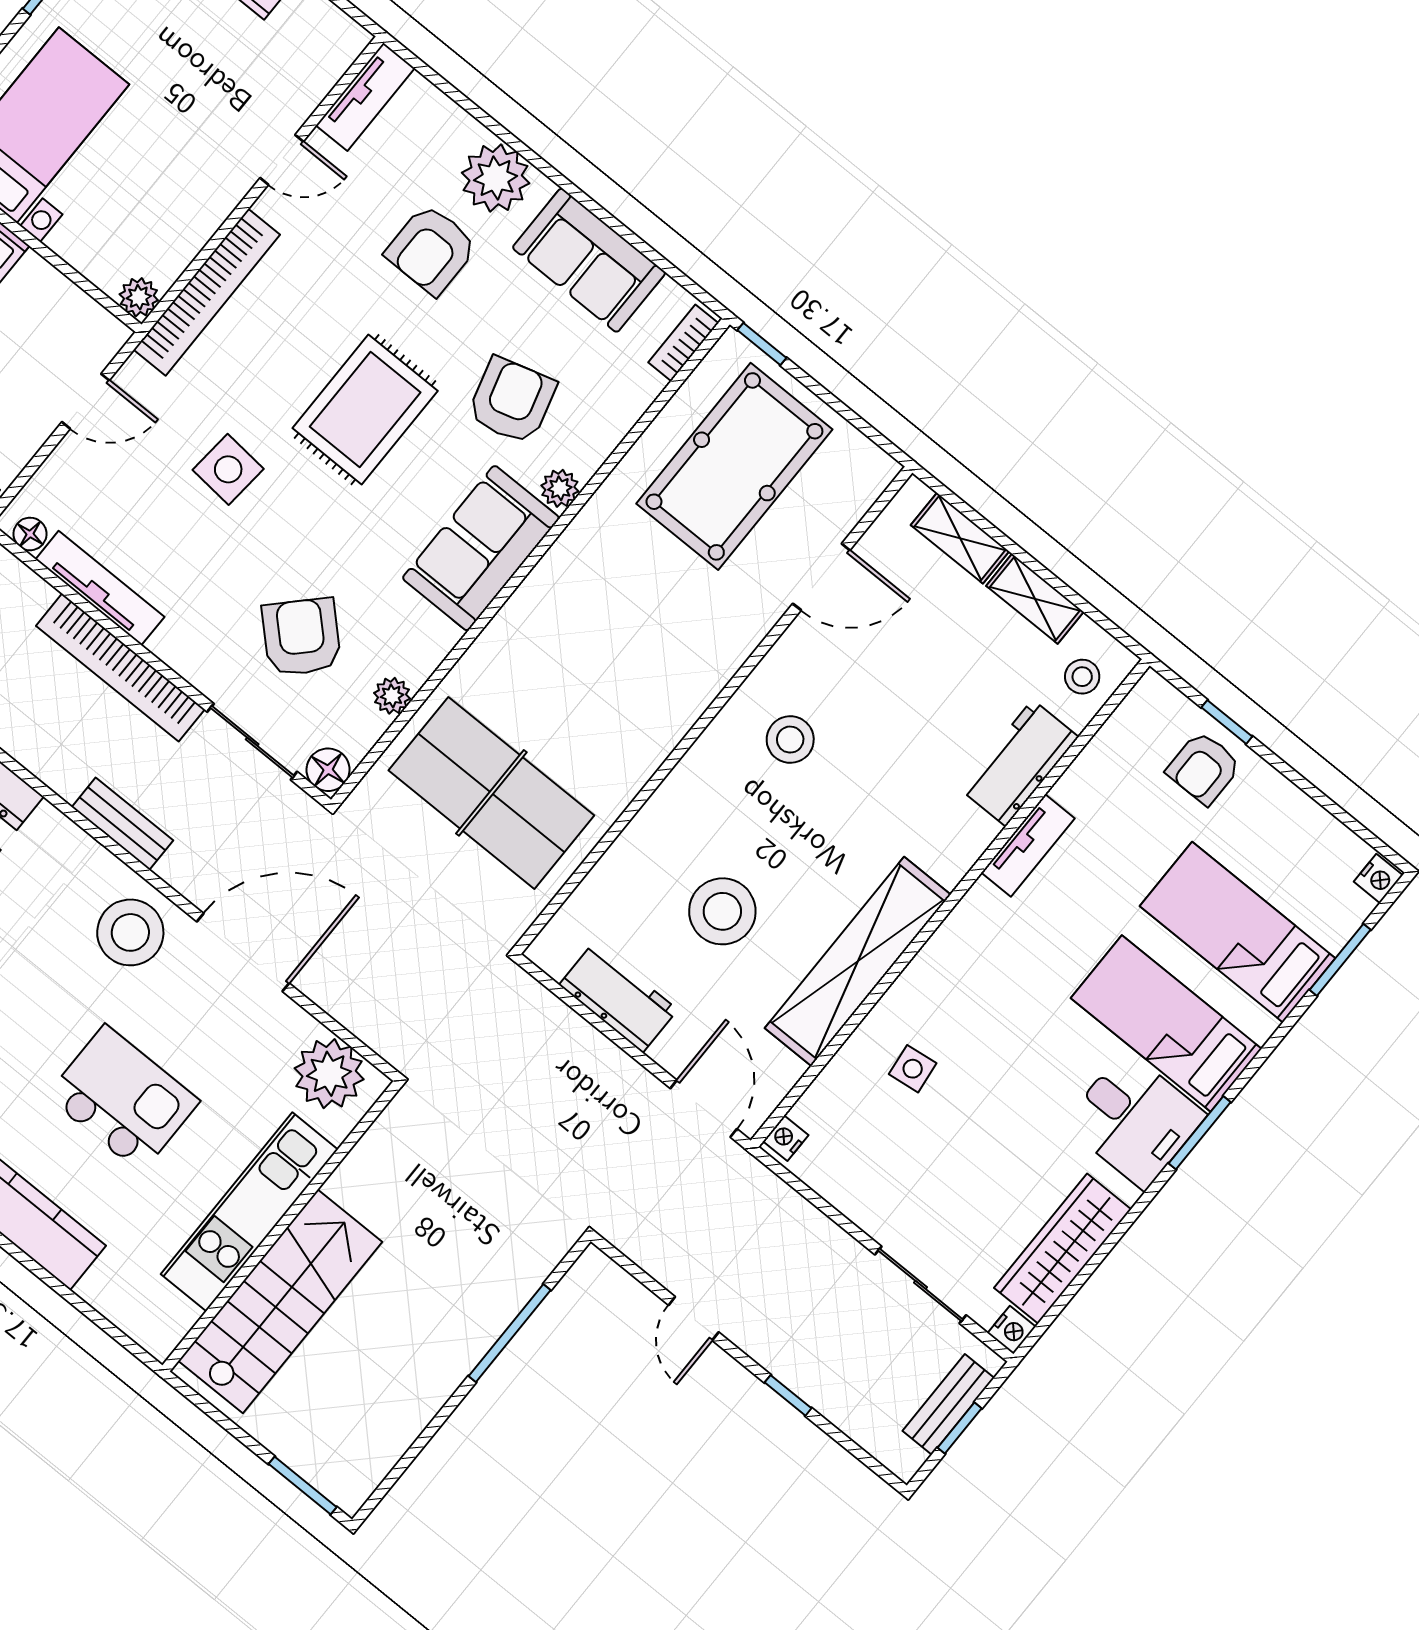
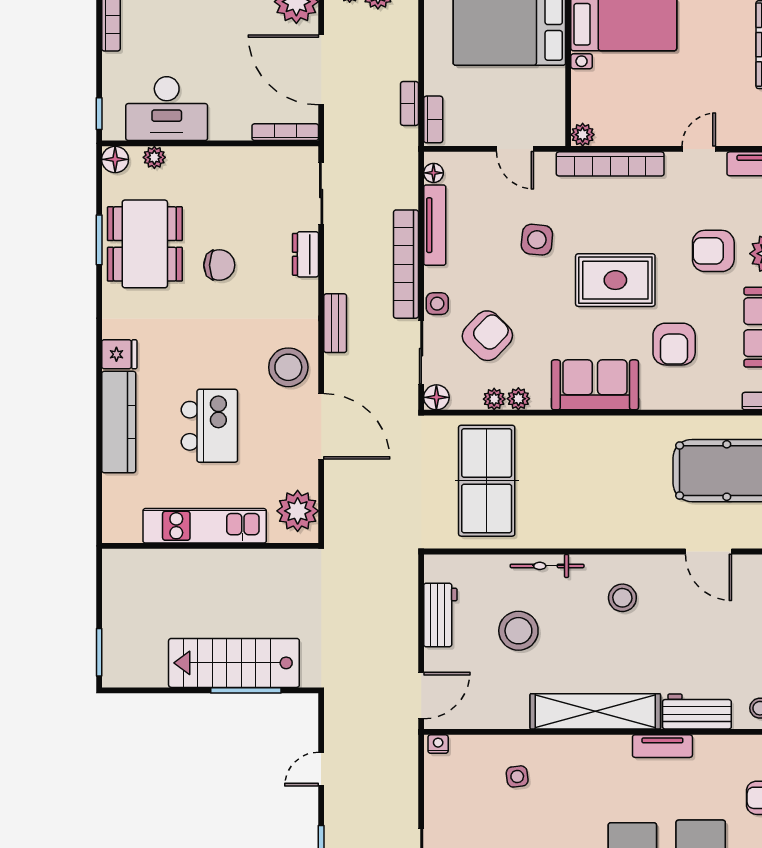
door: (282, 160) -> (699, 149), swing flipped
armchair: (512, 401) -> (674, 344), turned 106
plant: (560, 488) -> (518, 399), moved
side table: (206, 669) -> (437, 304), added
bicycle: (668, 804) -> (547, 566), added
shelving: (858, 961) -> (595, 711), moved
stairs: (280, 1301) -> (234, 663), moved, turned 180

